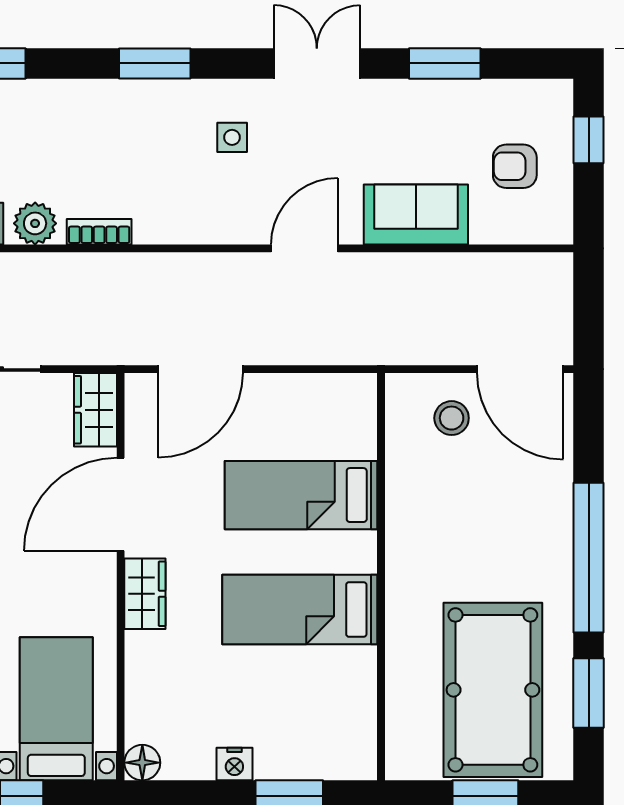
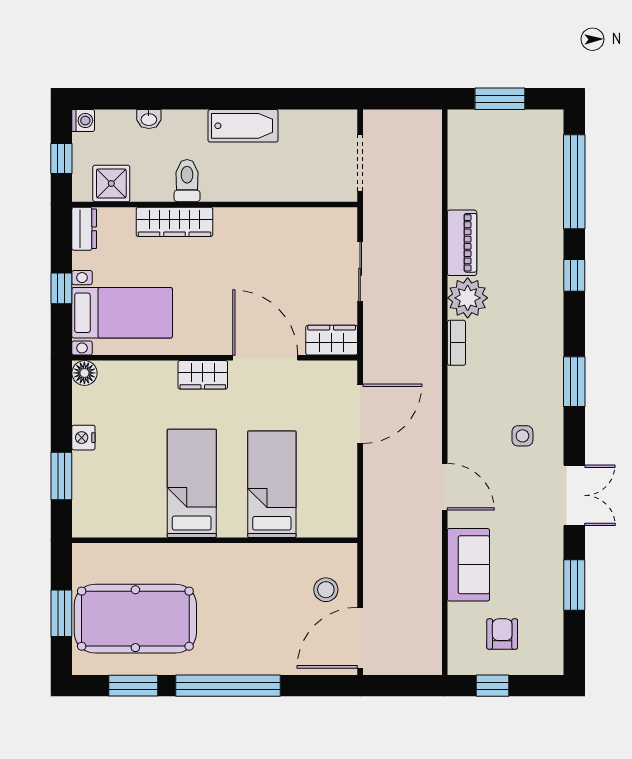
window: (589, 140) -> (492, 686), moved
plant: (35, 223) -> (468, 298), width x1.36, depth x1.36
door: (200, 369) -> (360, 414), swing flipped

